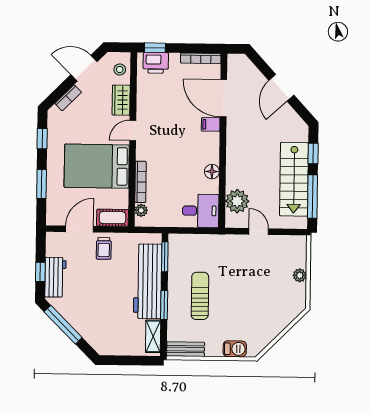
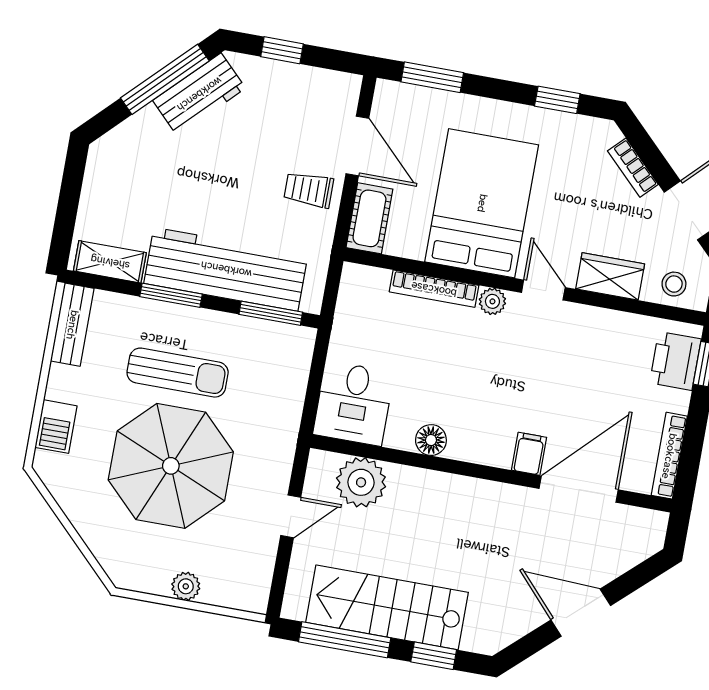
window: (42, 184) -> (432, 77), moved
plant: (141, 210) -> (492, 301), moved
workbench: (55, 277) -> (199, 94), moved, turned -45
parasol: (244, 292) -> (171, 466), added

